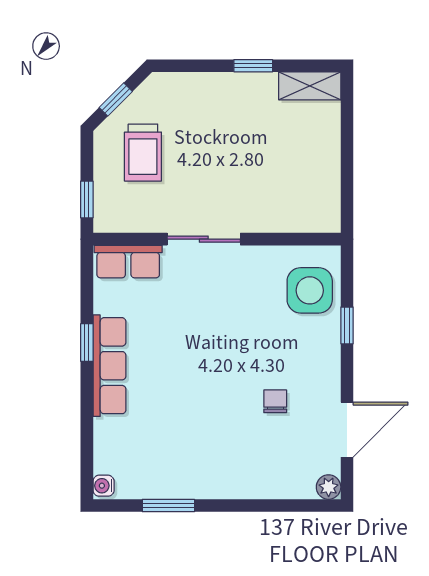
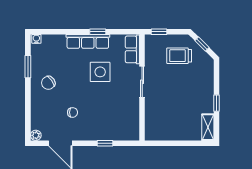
side table: (310, 290) -> (100, 72), moved
chair: (206, 458) -> (48, 83), added

